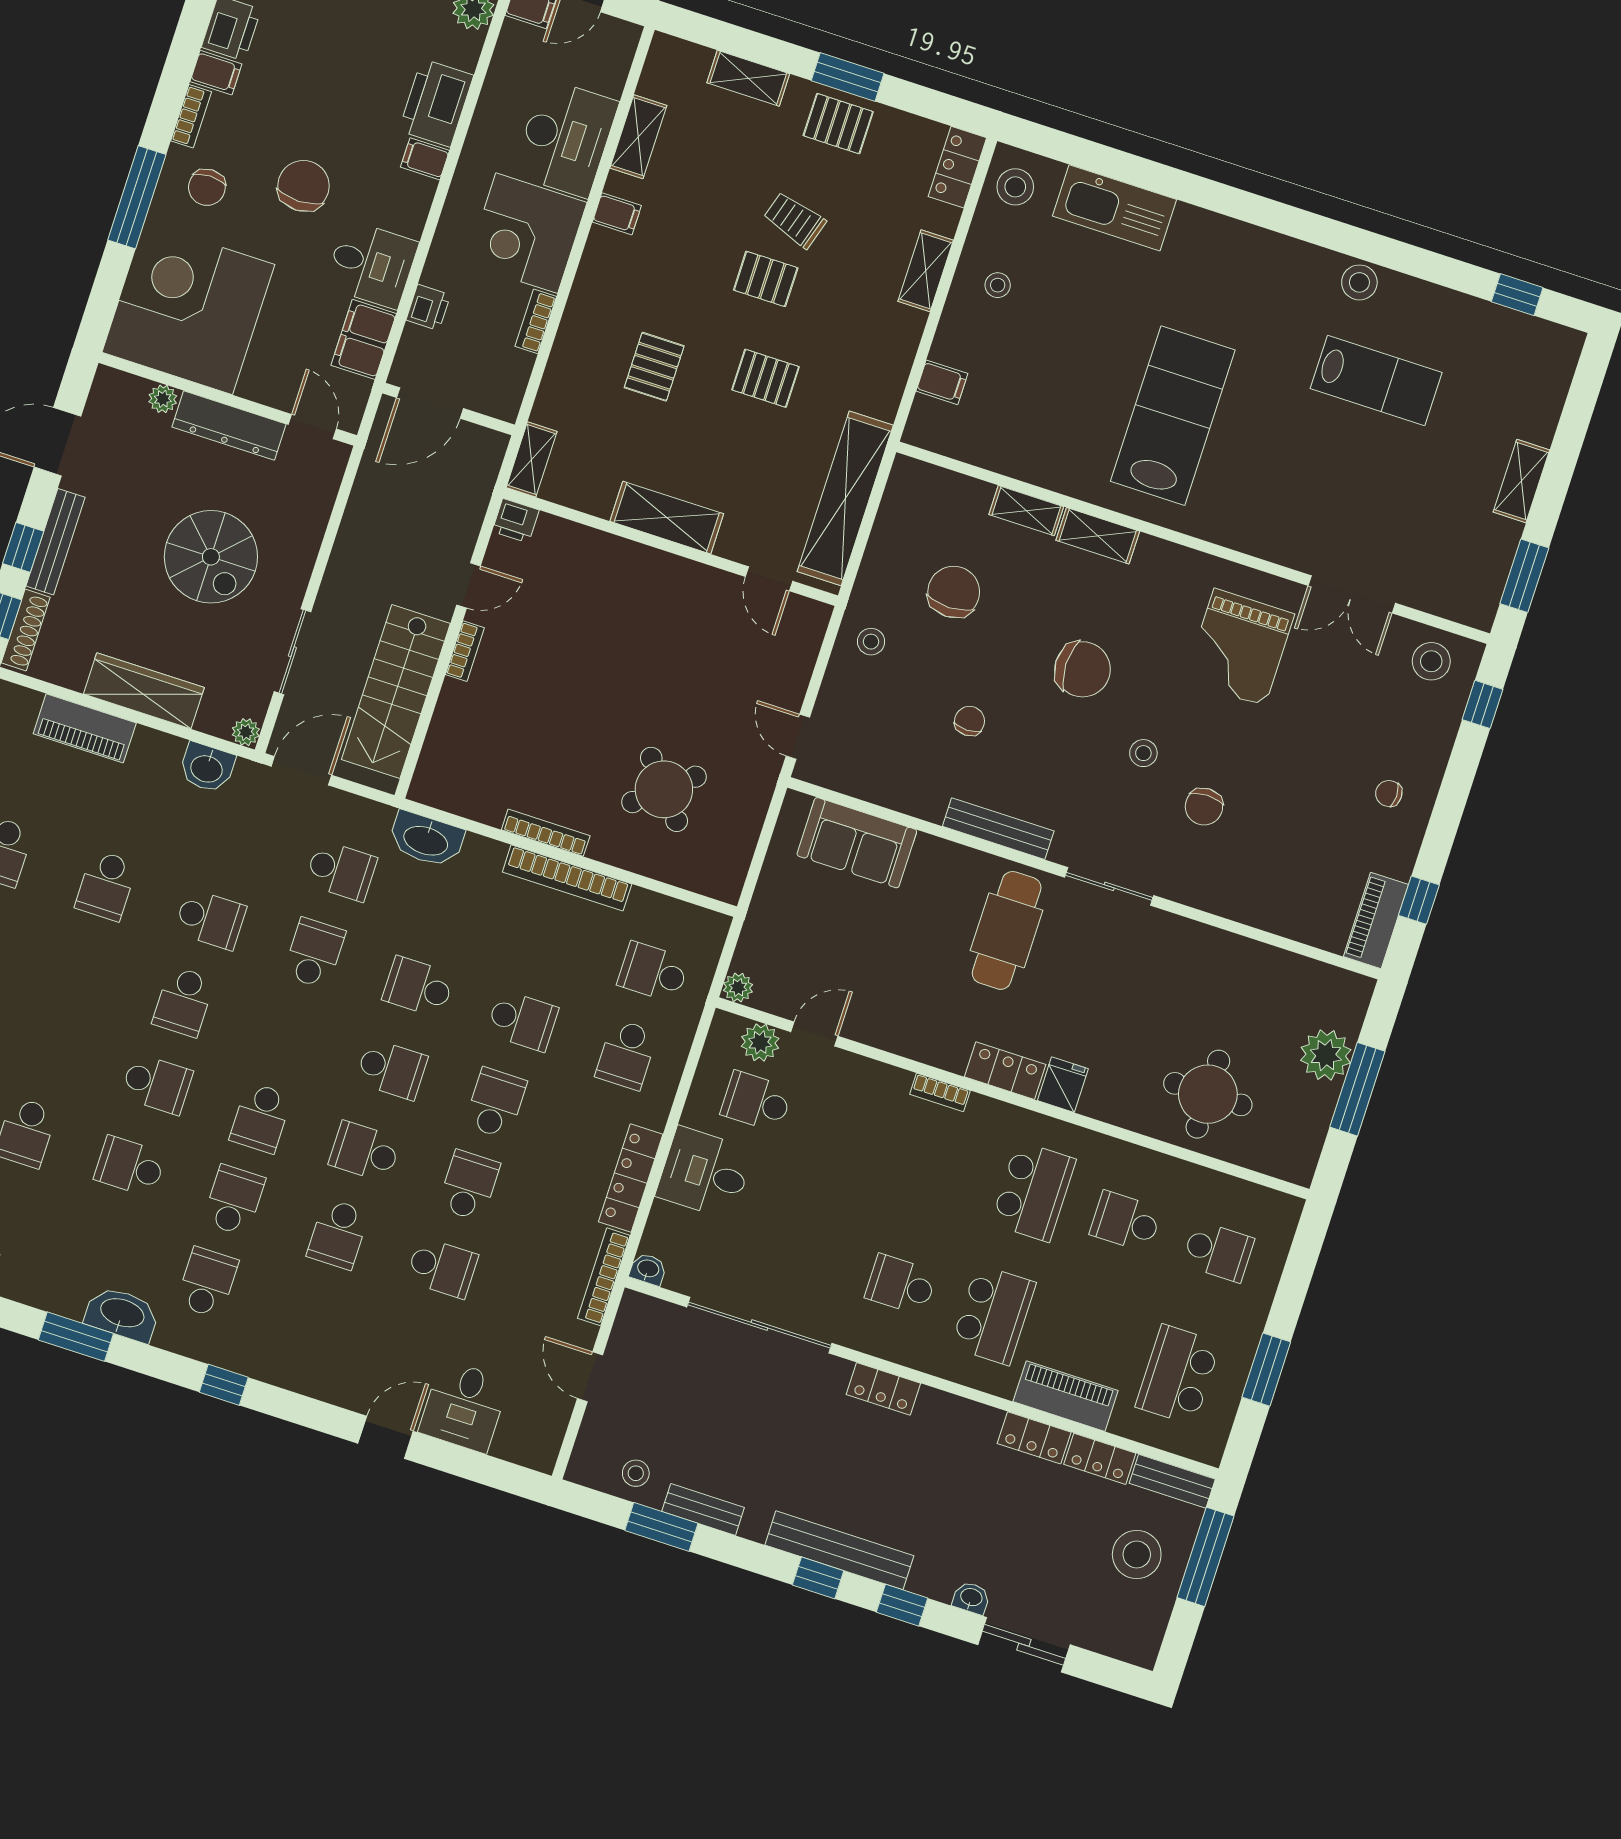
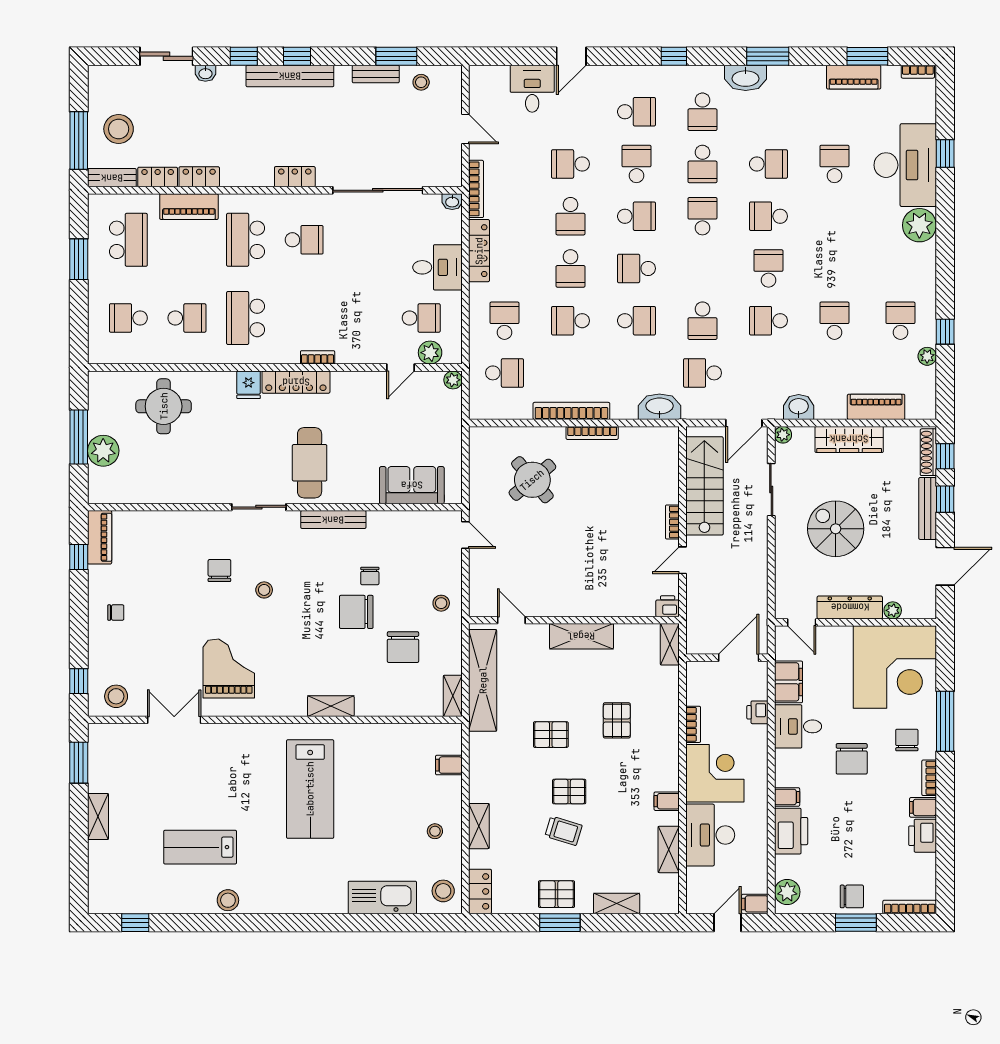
shelving: (1026, 511) -> (453, 696), moved, turned 90
chair: (1083, 669) -> (356, 612), moved
locker: (1005, 1071) -> (296, 382), width x1.53
school desk: (311, 1316) -> (636, 112), added

